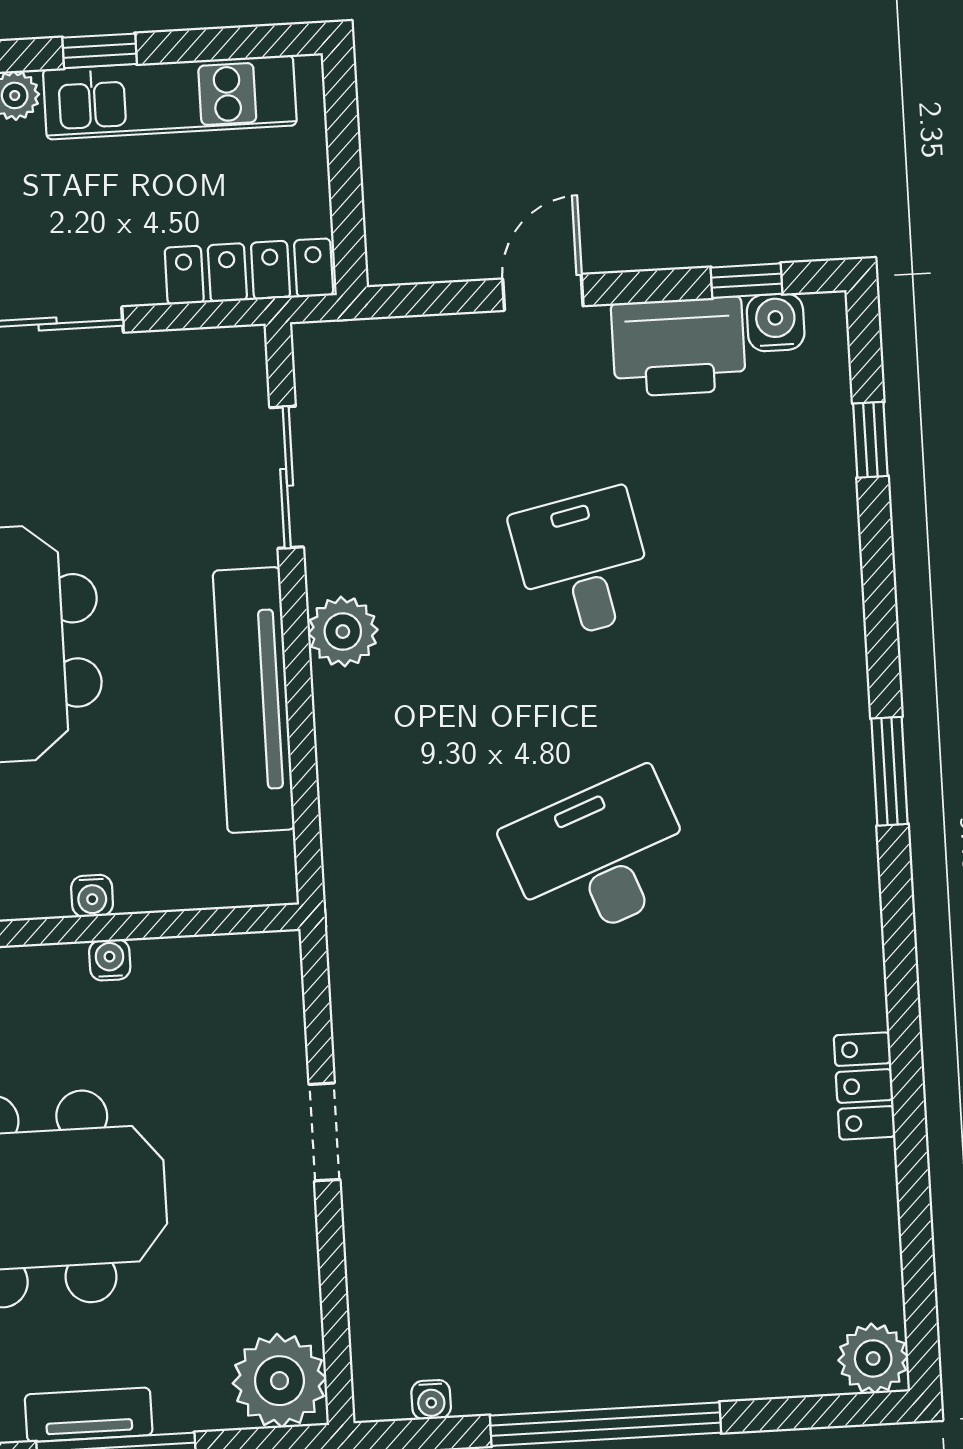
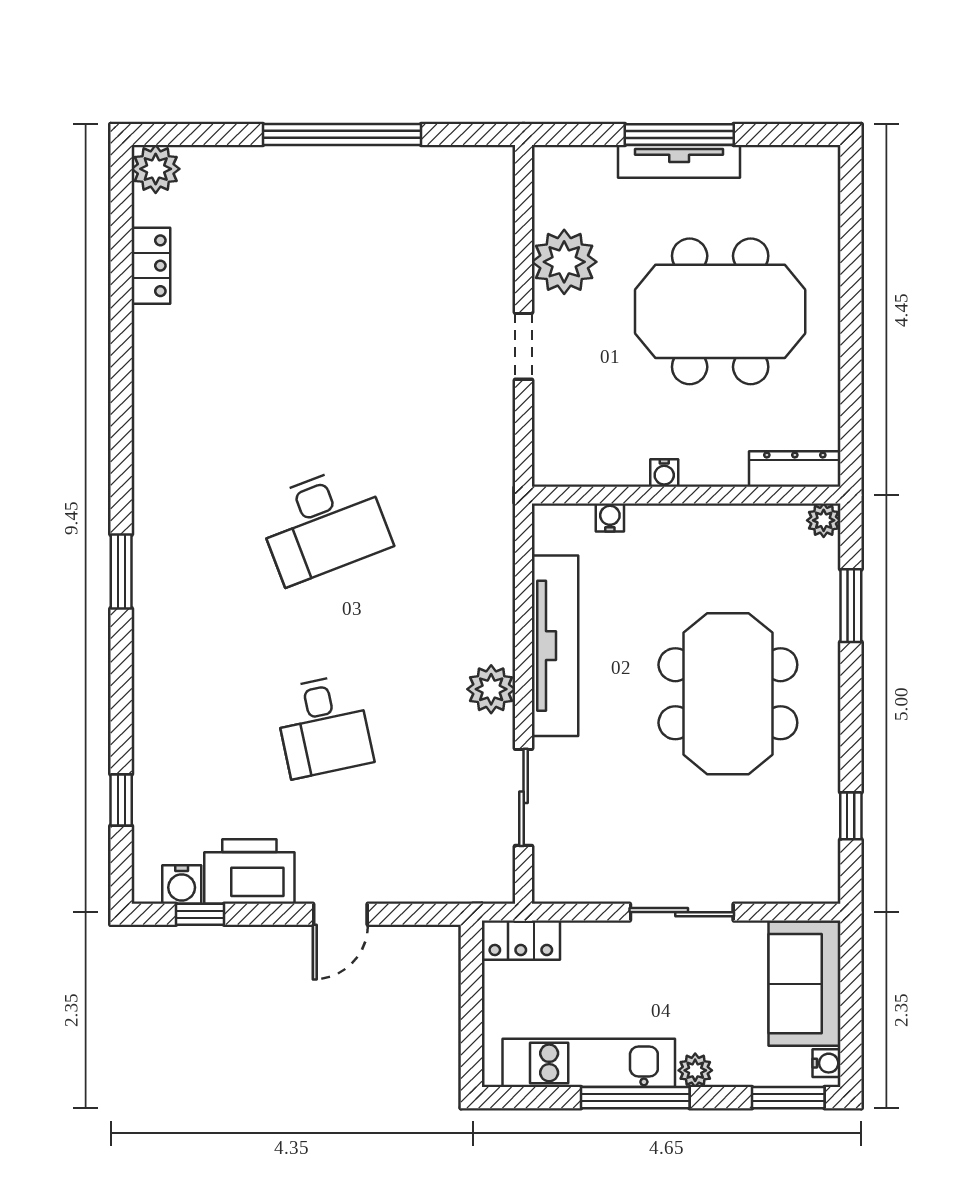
window: (100, 51) -> (635, 1098), width x2.17
locker: (249, 272) -> (521, 940), width x0.66
water cooler: (92, 896) -> (610, 518), moved
locker: (864, 1086) -> (151, 266), moved
plant: (280, 1381) -> (564, 262), moved
water cooler: (431, 1400) -> (461, 158), removed
tv unit: (89, 1415) -> (679, 161), width x1.41

